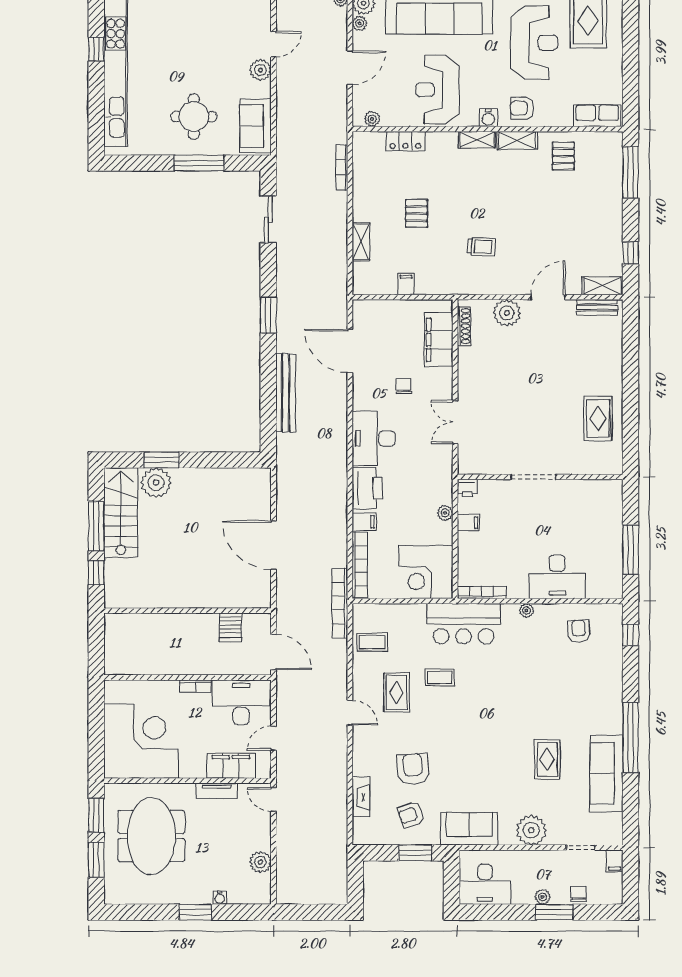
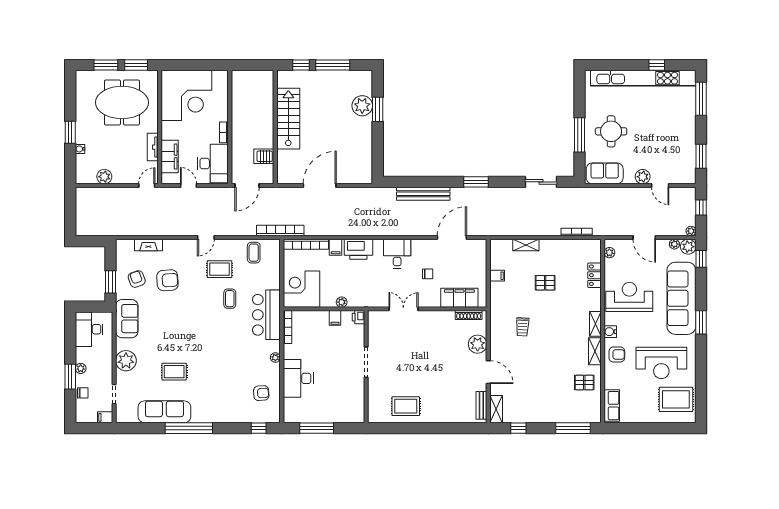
armchair: (522, 108) -> (617, 354), turned 90
desk: (374, 439) -> (397, 254), width x0.73
stairs: (121, 512) -> (288, 119), moved, turned -90

